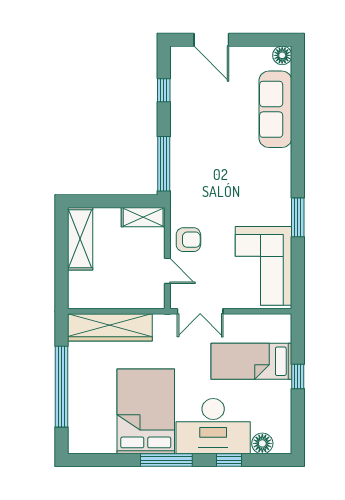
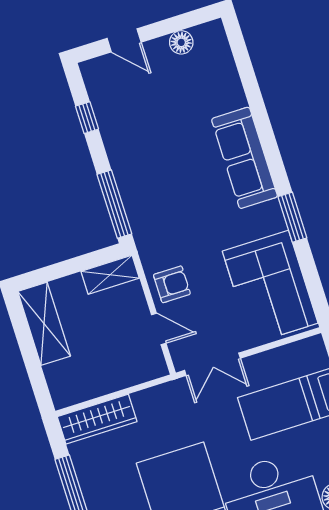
door: (211, 40) -> (124, 40), width x0.73
floor lamp: (282, 55) -> (181, 42), moved
sofa: (275, 109) -> (245, 158), moved
wardrobe: (110, 327) -> (97, 419), width x0.71, depth x0.85

